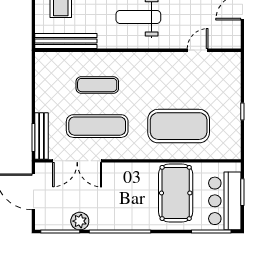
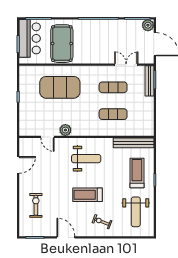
door: (198, 50) -> (47, 137), hinge flipped
plant: (170, 61) -> (65, 130), added
exercise mat: (97, 126) -> (113, 87), width x0.73, depth x0.69
double door: (77, 161) -> (126, 65), width x0.73
plant: (80, 221) -> (148, 25), moved

